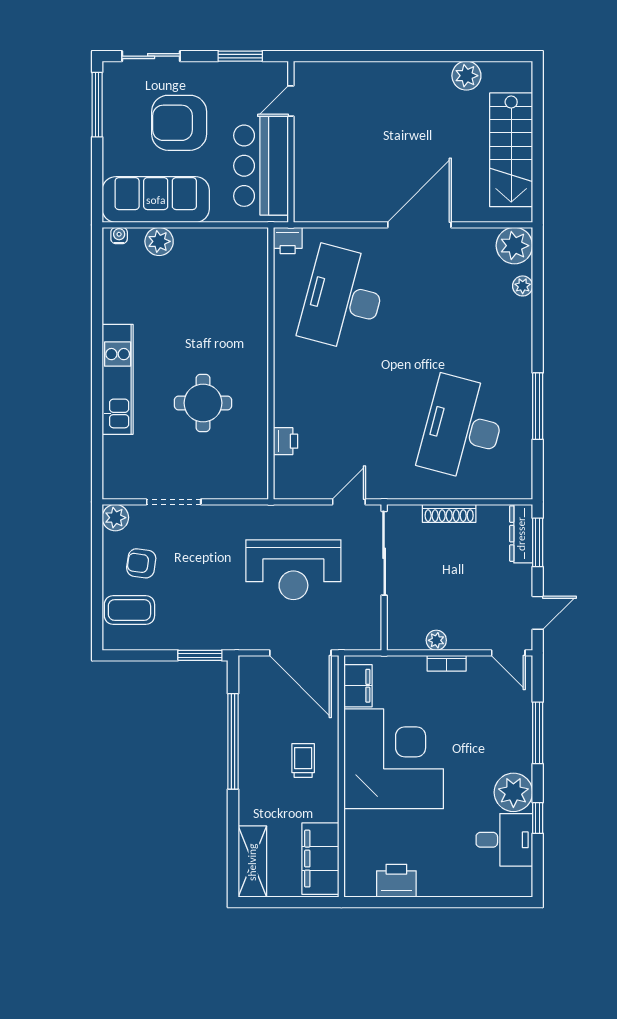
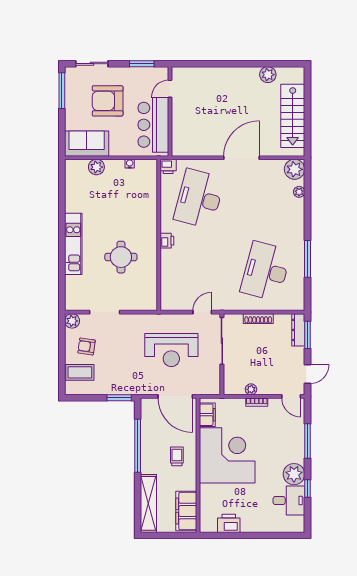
sofa: (156, 200) -> (87, 144), width x0.73
water cooler: (119, 236) -> (130, 164), moved
printer: (285, 441) -> (167, 241), moved
shelving: (252, 862) -> (148, 503), width x1.47

